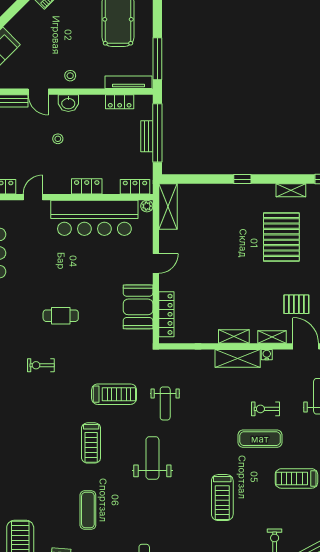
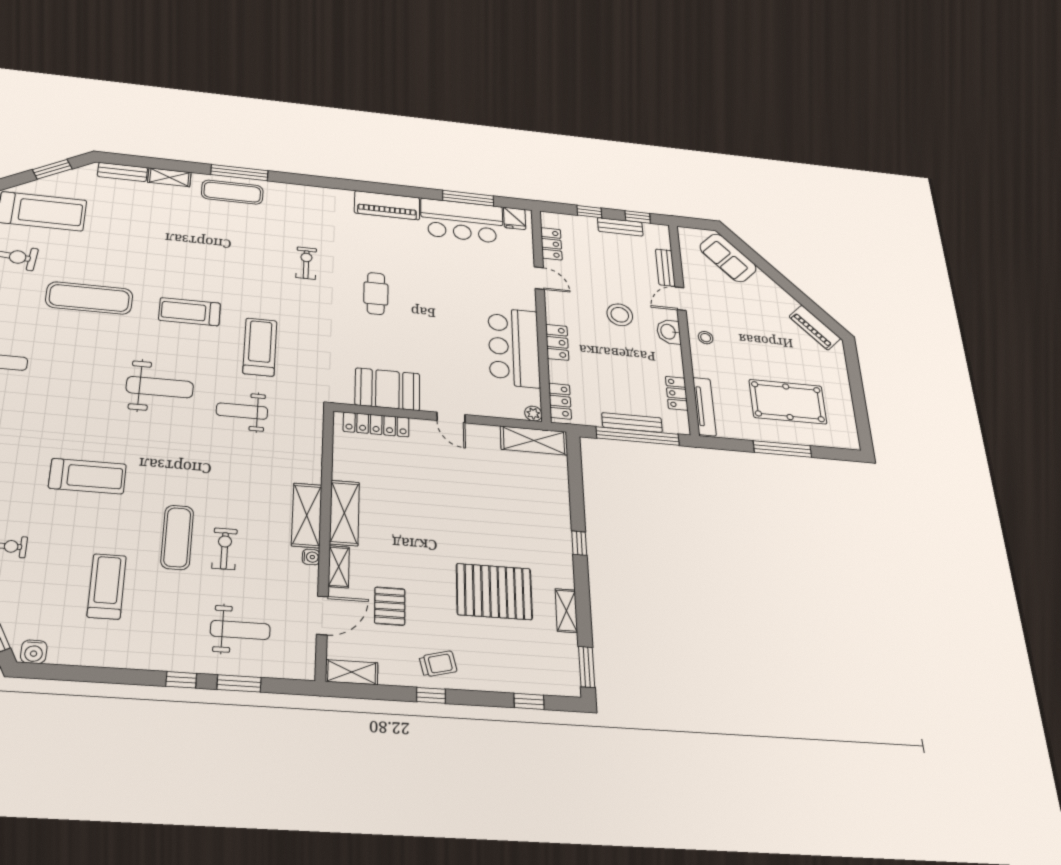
window: (157, 59) -> (782, 449), moved
bench: (147, 136) -> (632, 422), width x1.36
stool: (58, 139) -> (620, 315), width x1.89, depth x1.89
bar counter: (94, 218) -> (514, 347), width x0.73
shelving: (234, 336) -> (344, 513), width x1.50, depth x1.33
treadmill: (114, 394) -> (260, 347), turned 180
treadmill: (222, 498) -> (88, 476), turned 180
exercise mat: (88, 510) -> (89, 298), width x1.36, depth x1.45

